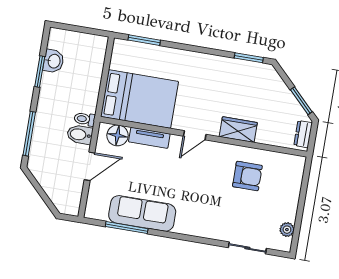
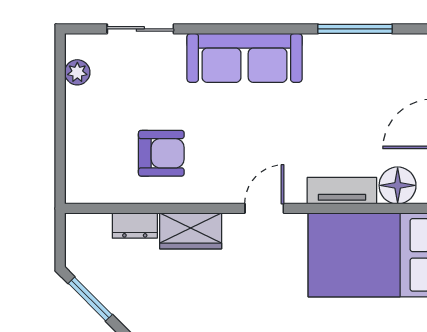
dresser: (303, 134) -> (135, 226), moved, turned 90
armchair: (247, 176) -> (161, 153), turned 180
sofa: (142, 213) -> (245, 58), moved

